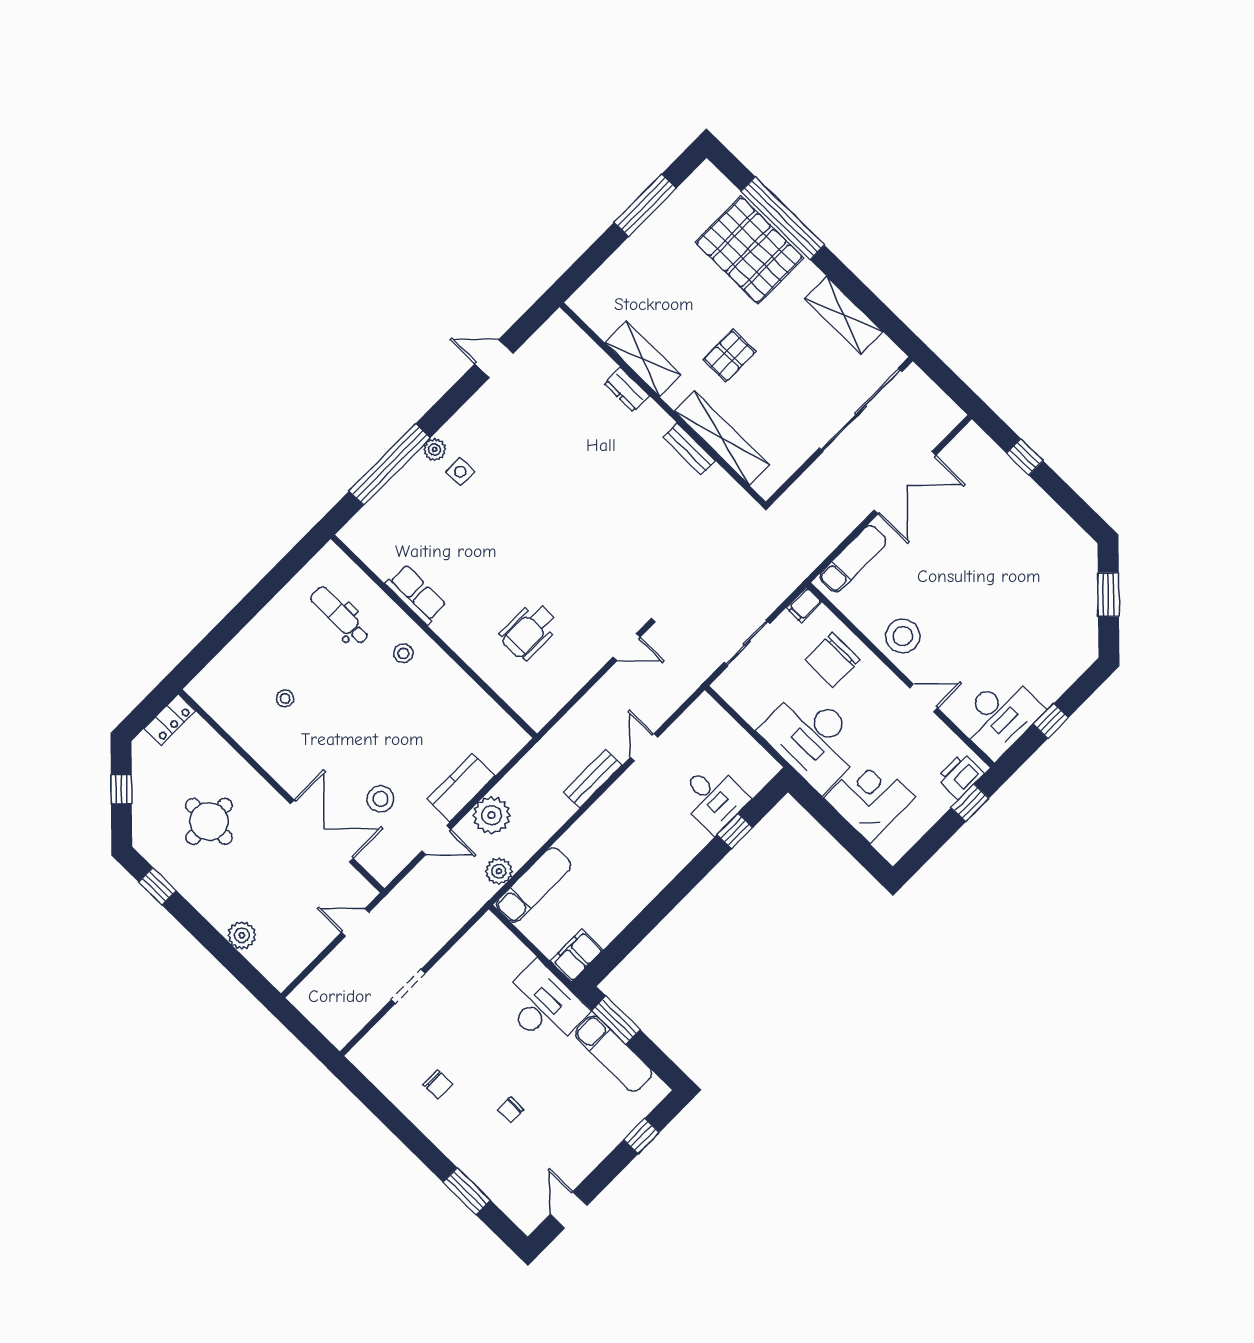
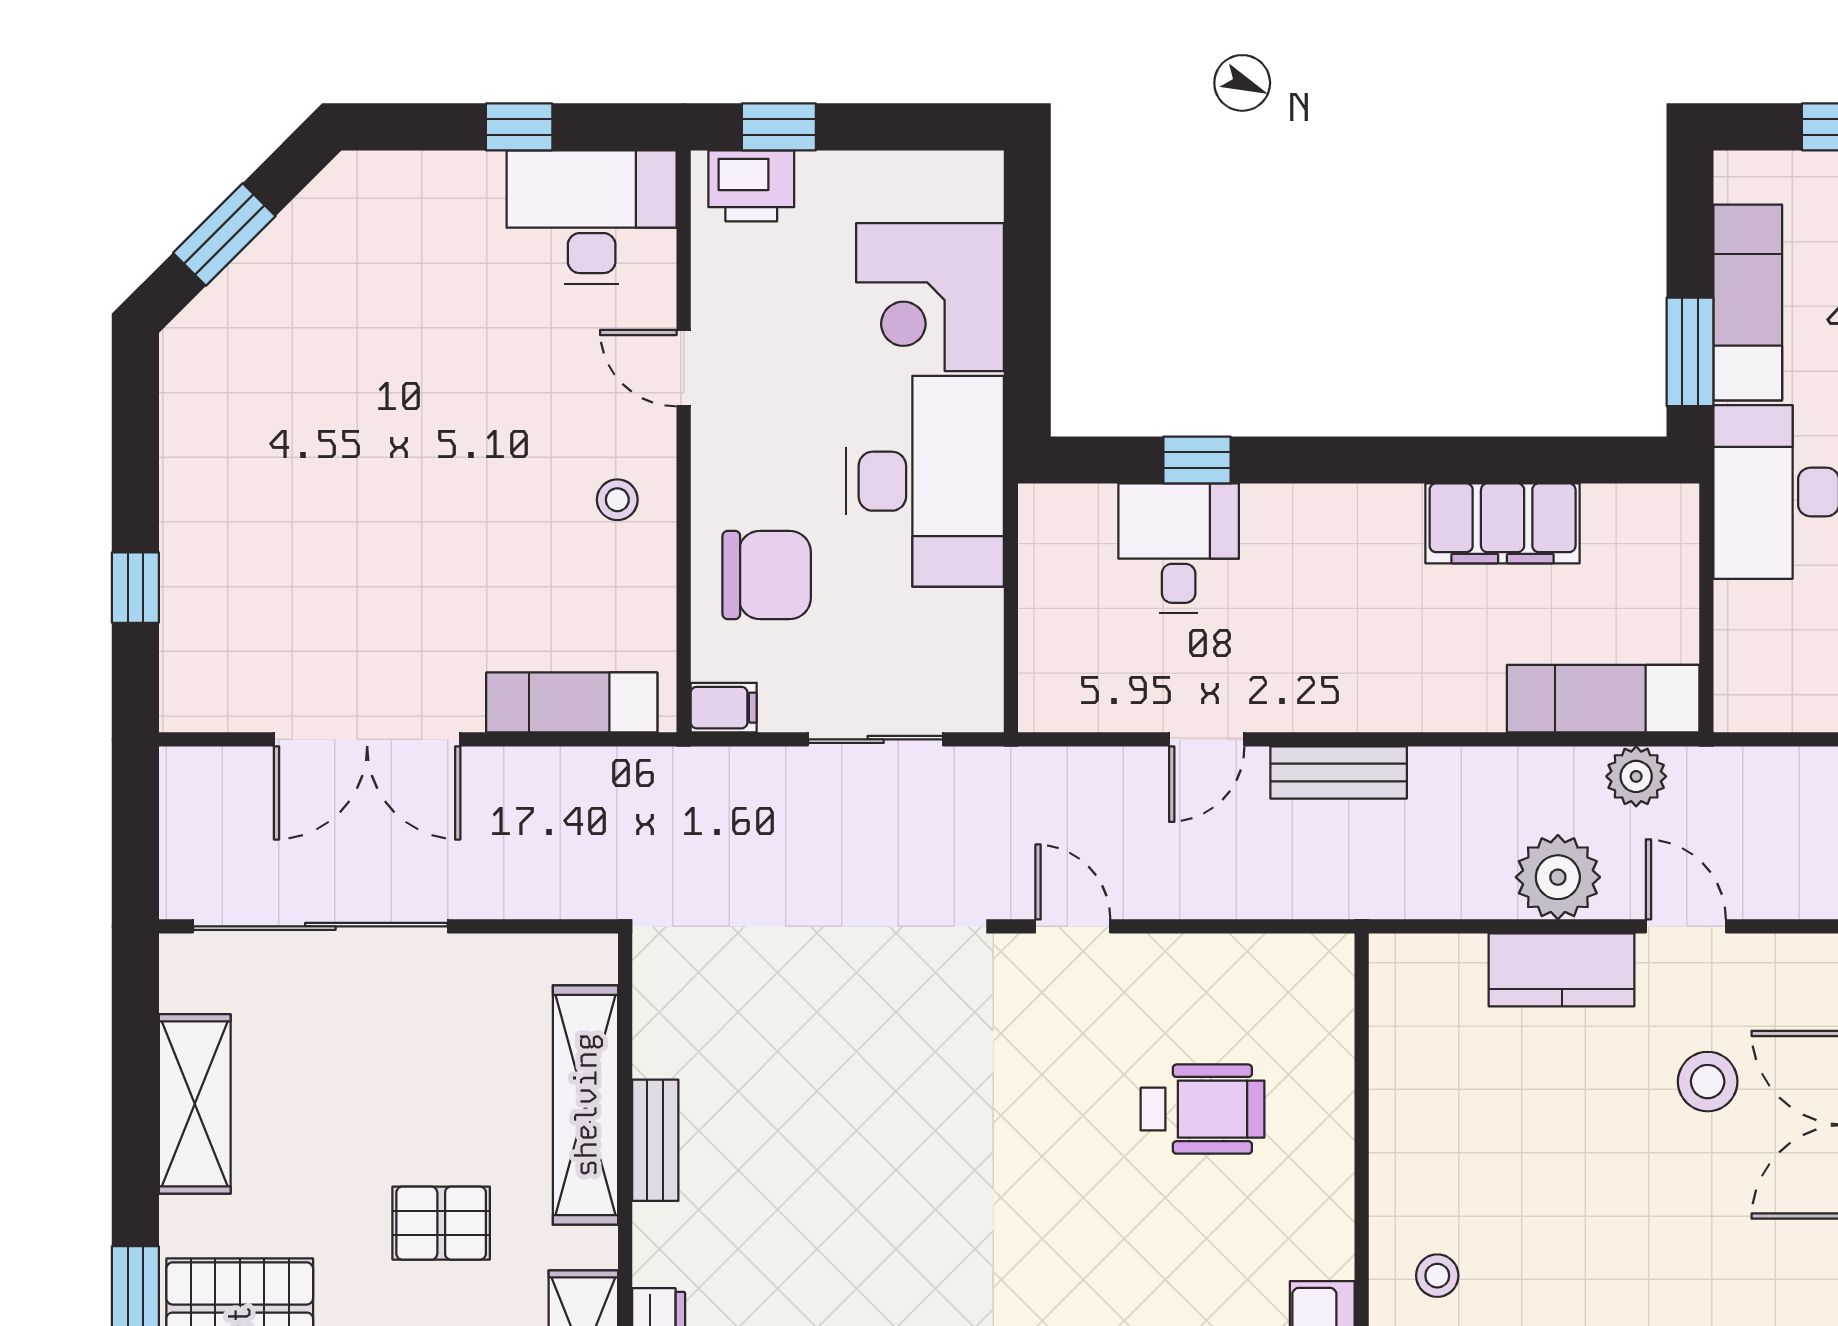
double door: (905, 483) -> (367, 739), swing flipped
stool: (903, 636) -> (617, 500), width x0.53, depth x0.53
filing cabinet: (577, 955) -> (1503, 523), moved, width x1.50, depth x1.17

